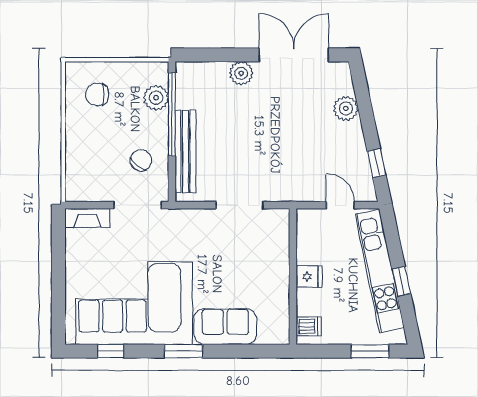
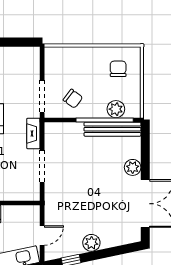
plant: (346, 108) -> (91, 243), moved
bench: (185, 151) -> (112, 129), moved
fireplace: (87, 218) -> (33, 133), moved

